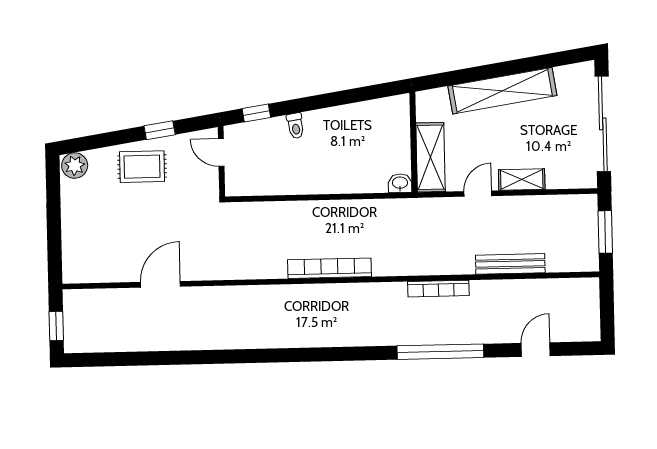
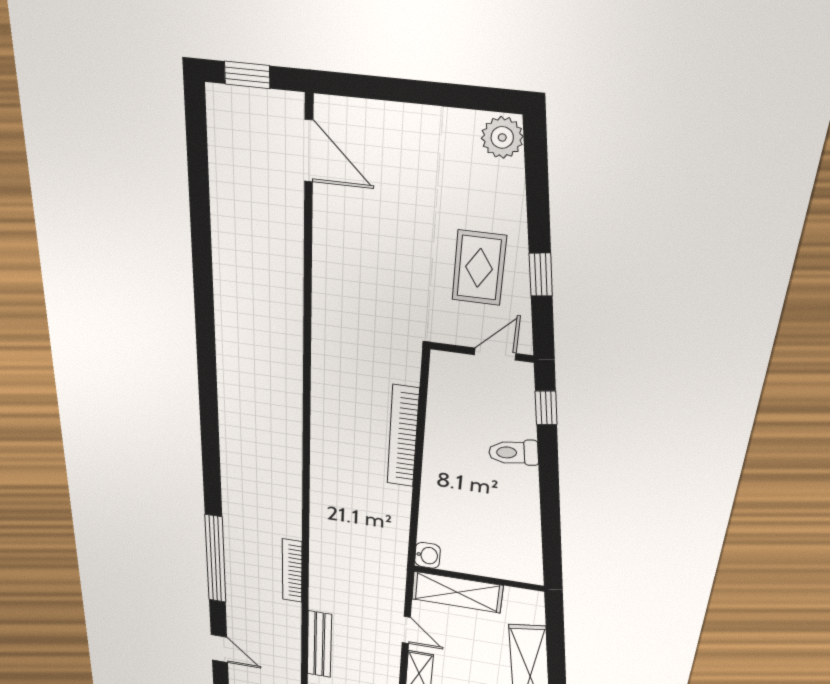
toilet: (295, 126) -> (513, 453), width x1.37, depth x1.39
rug: (142, 167) -> (479, 268), moved
bookcase: (330, 268) -> (403, 436), moved, turned 180
door: (160, 284) -> (309, 151), moved

